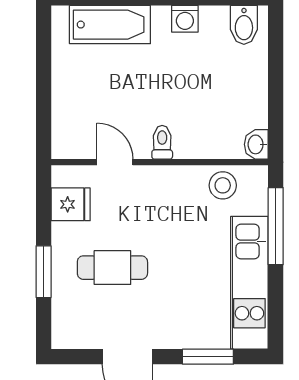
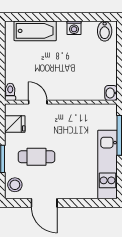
toilet: (162, 142) -> (10, 92), moved
stool: (223, 185) -> (15, 185), moved
window: (208, 357) -> (86, 203), removed

